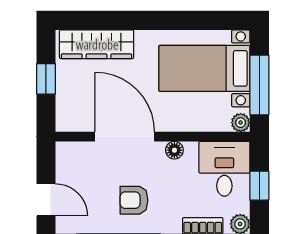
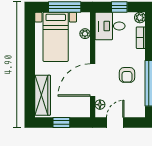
plant: (241, 123) -> (85, 34), moved
floor lamp: (174, 150) -> (100, 105), moved
door: (46, 200) -> (115, 123), moved

